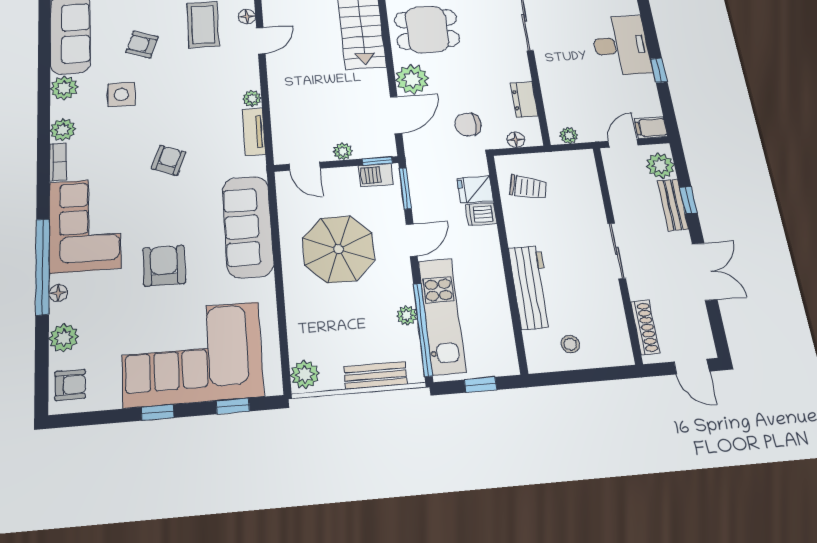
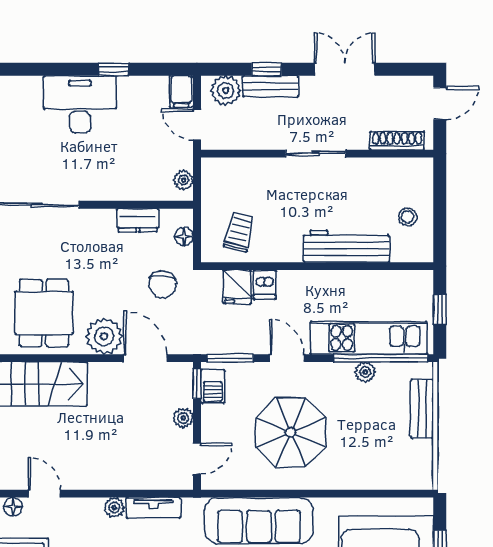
plant: (305, 374) -> (415, 476), removed

